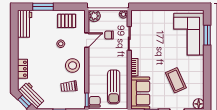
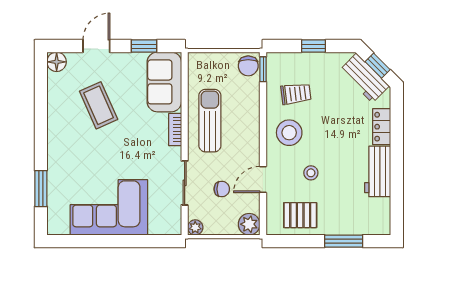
workbench: (25, 24) -> (378, 171), moved
corner sofa: (189, 34) -> (109, 207), moved, turned -90
sun lounger: (114, 87) -> (210, 121), moved

